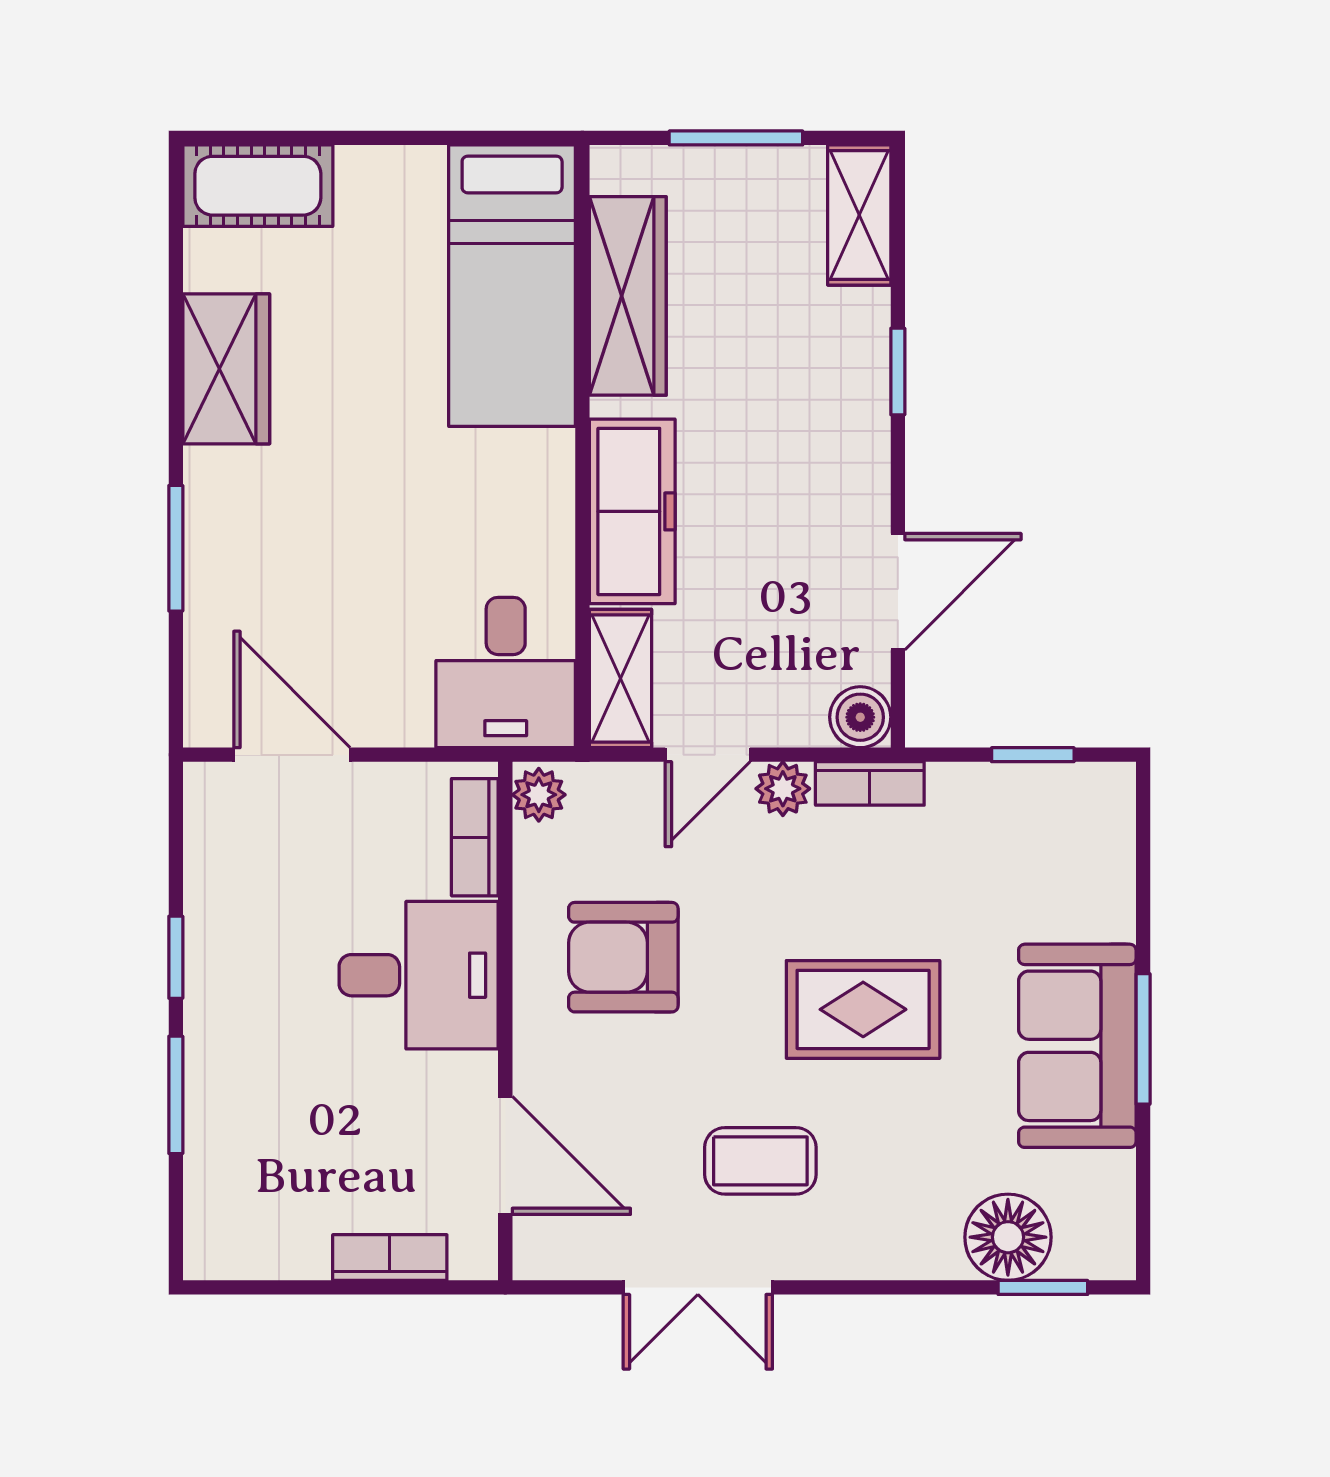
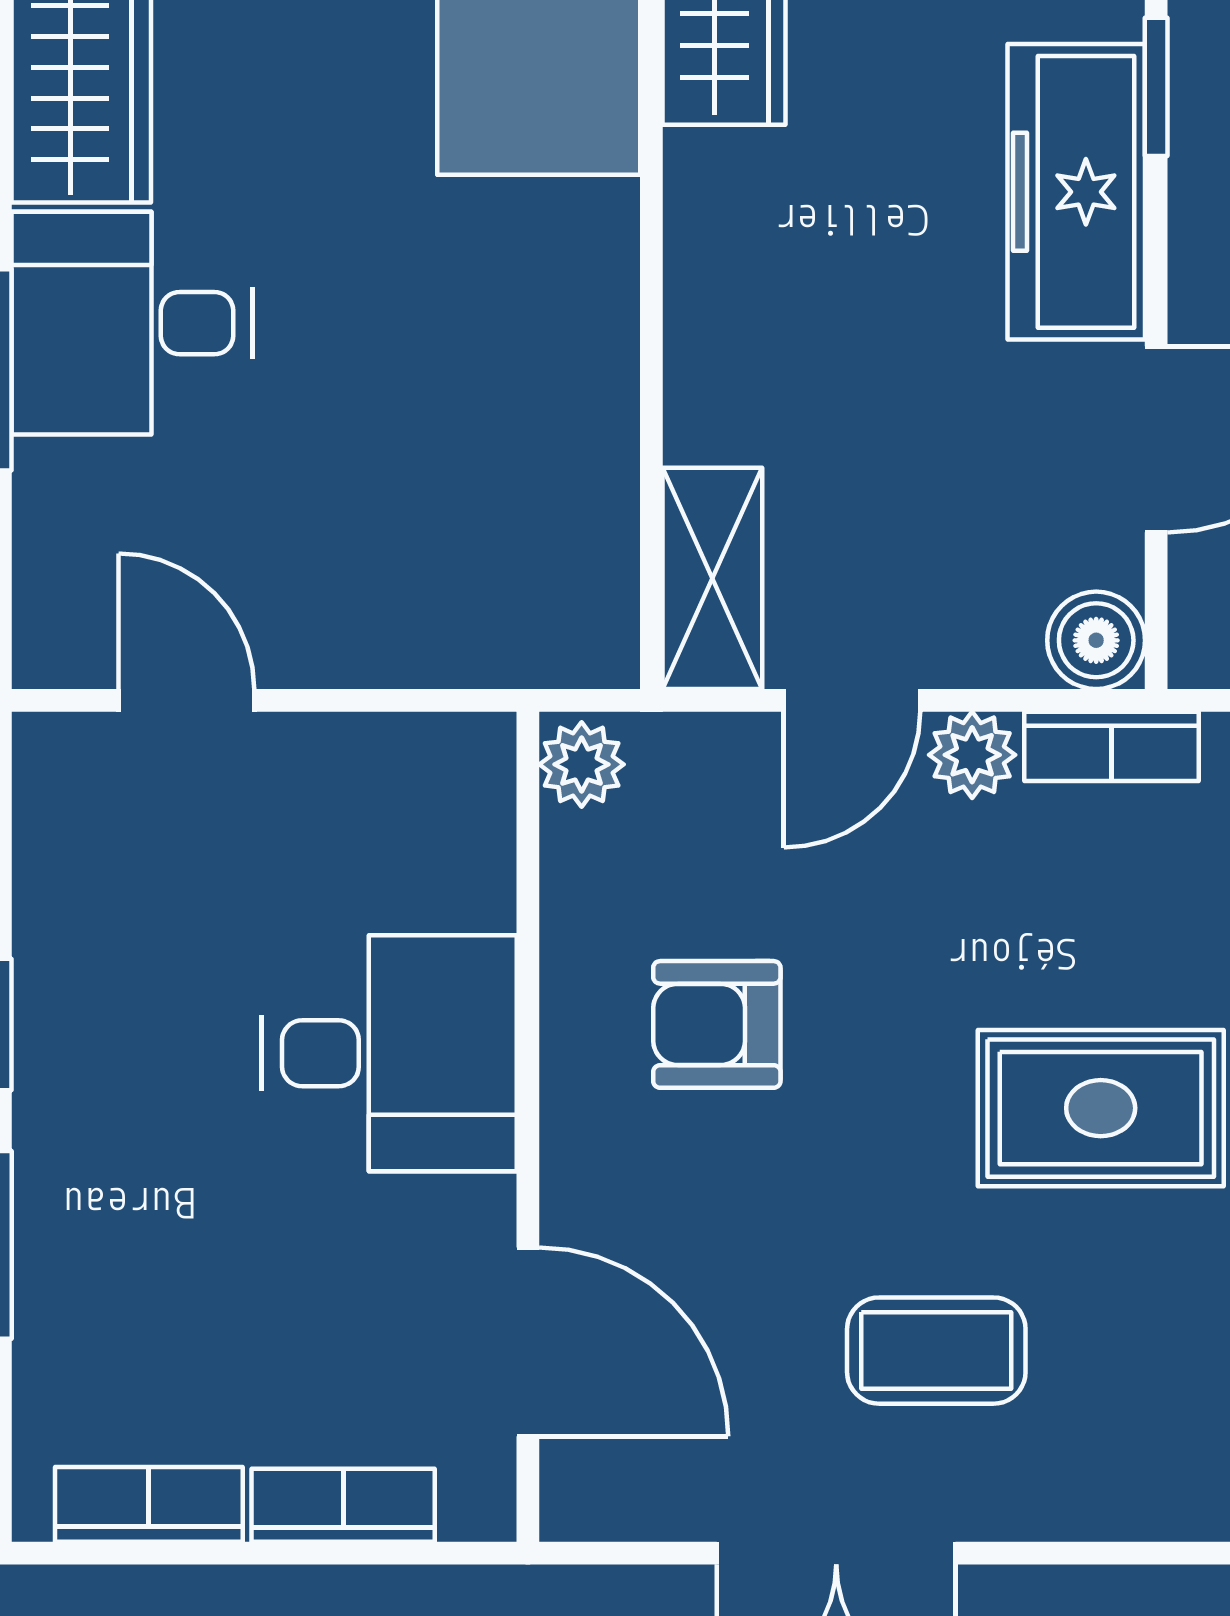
freezer: (632, 511) -> (1076, 192), moved, turned 180
desk: (506, 673) -> (132, 323), moved, turned 90
door: (292, 755) -> (186, 700), width x0.73
bookcase: (475, 837) -> (149, 1504), moved, turned 90
armchair: (623, 957) -> (717, 1024), width x0.72, depth x0.72

